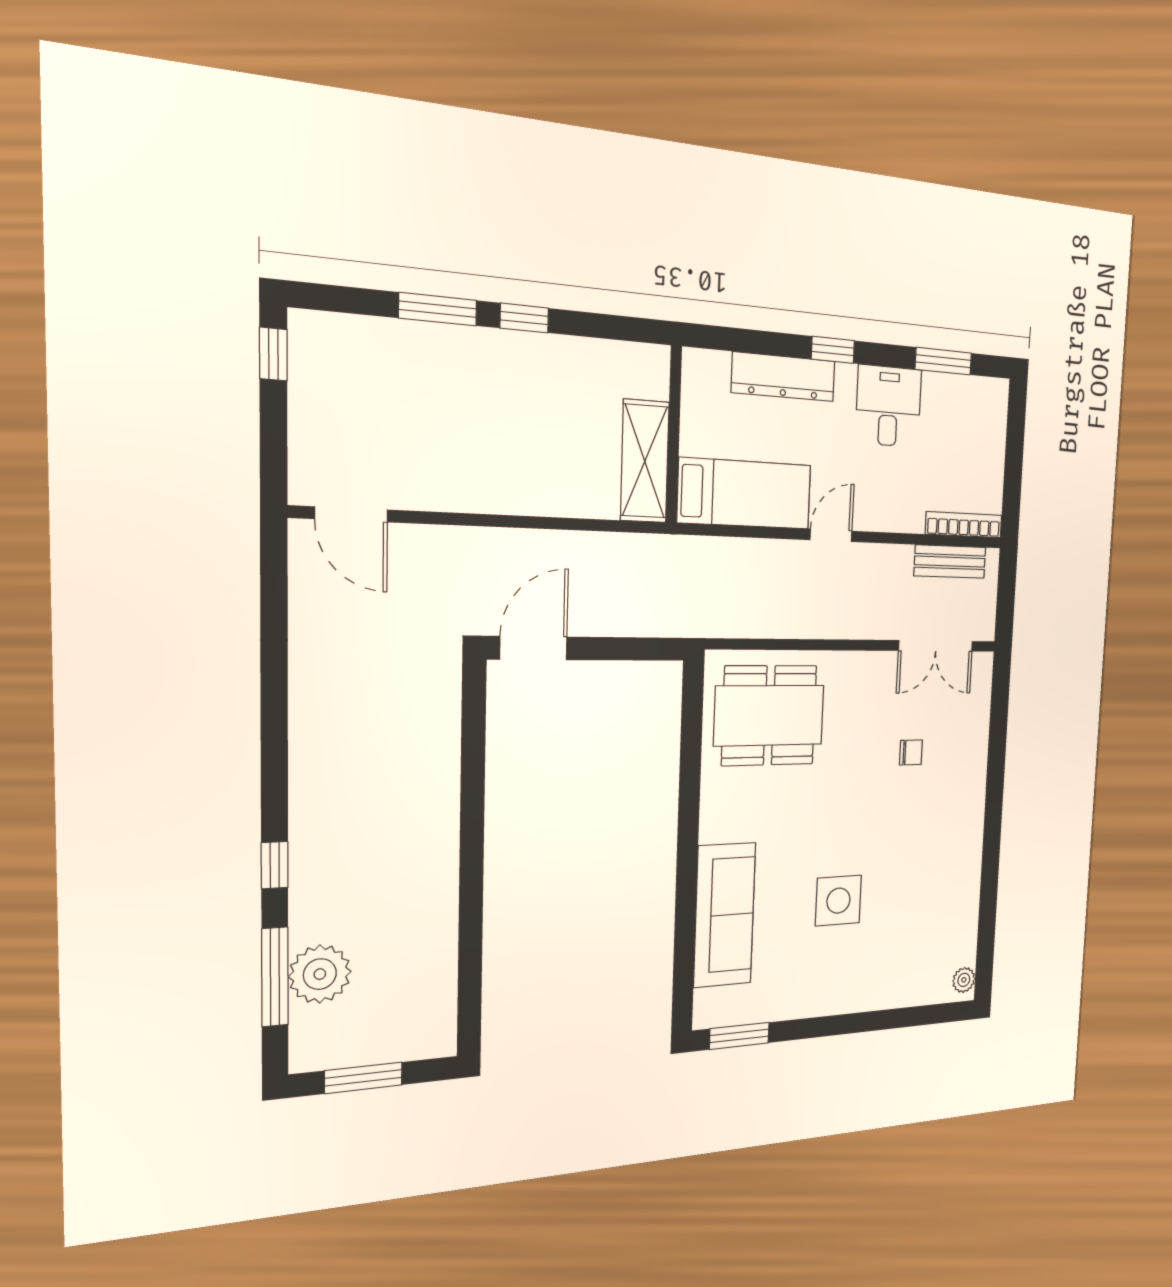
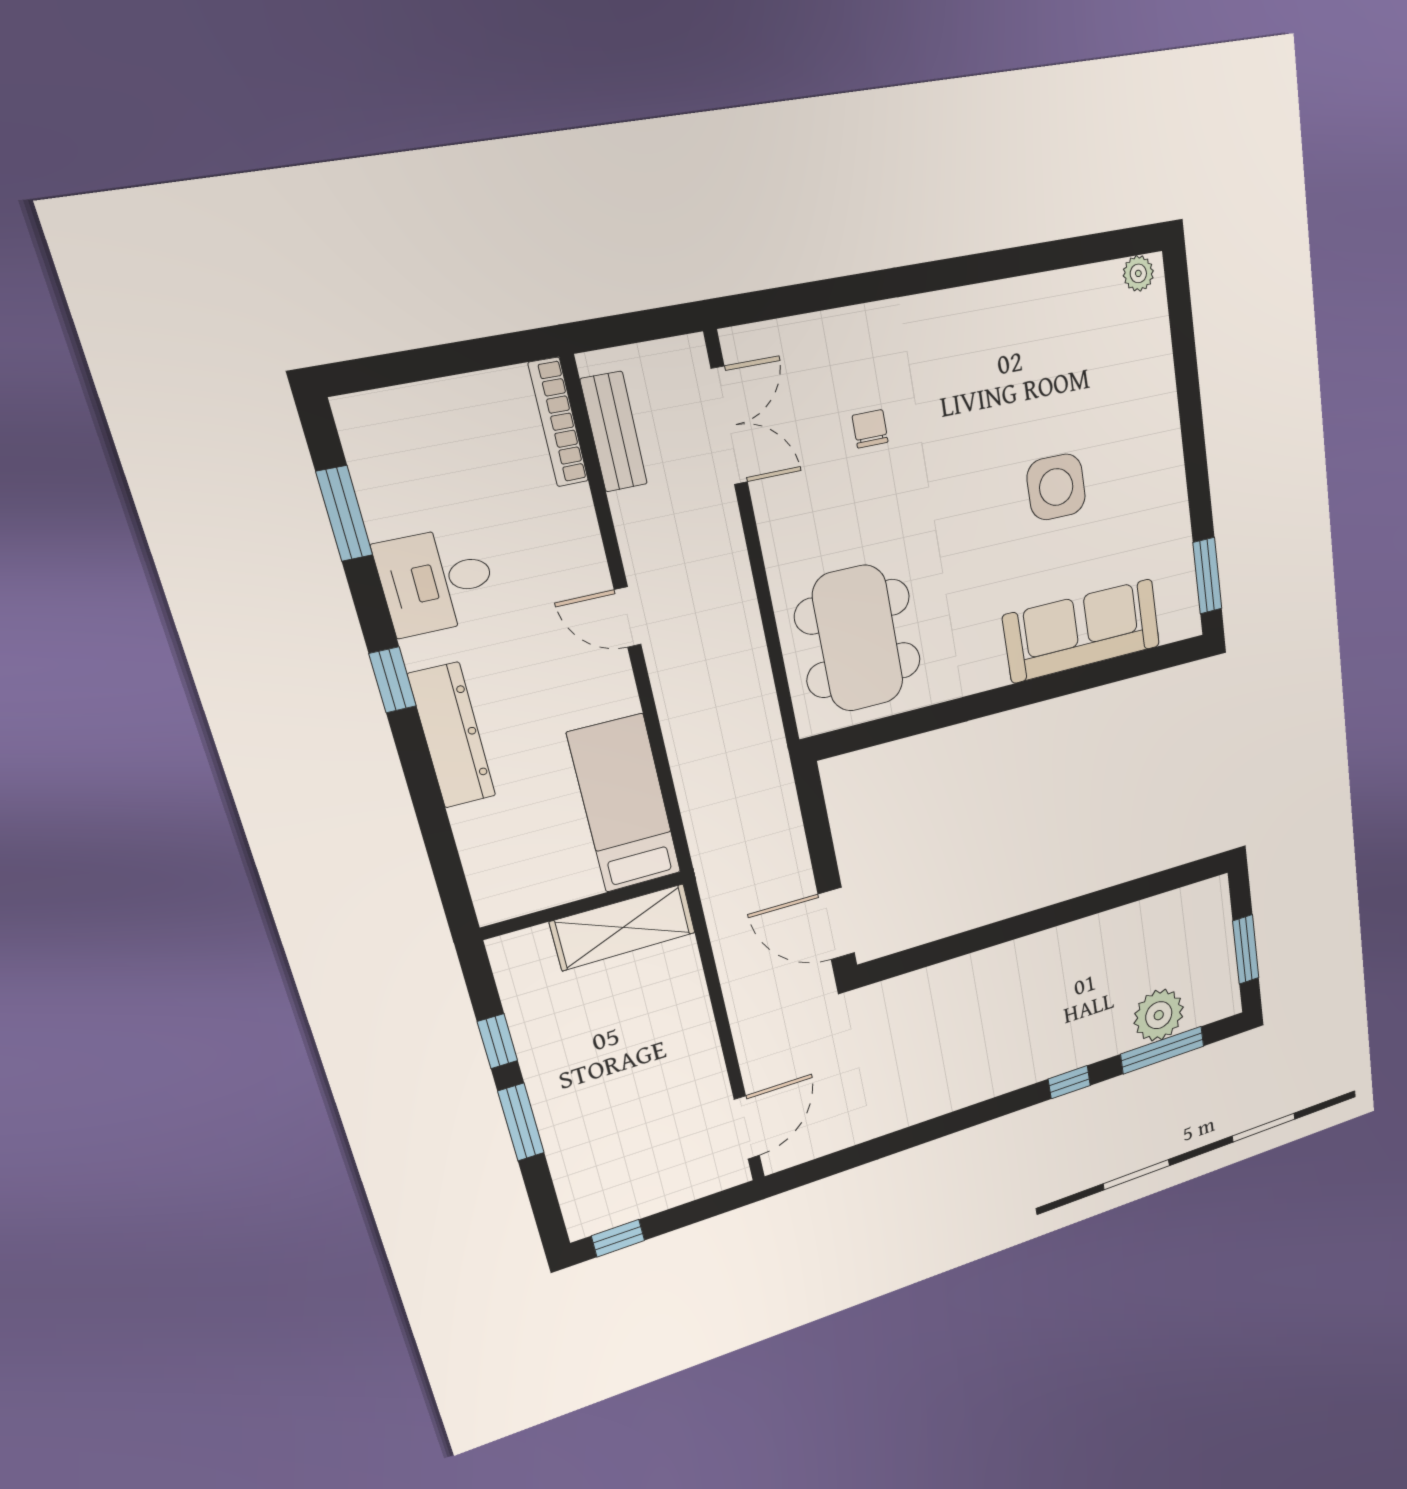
wall: (674, 435) -> (583, 905), moved
shelving: (645, 461) -> (623, 927), moved
bed: (745, 494) -> (624, 804), moved

